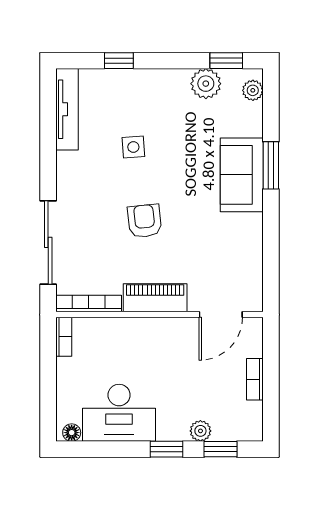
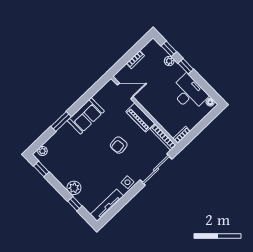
plant: (206, 84) -> (74, 188), moved
side table: (133, 147) -> (127, 182), moved
sofa: (242, 175) -> (86, 116), moved

